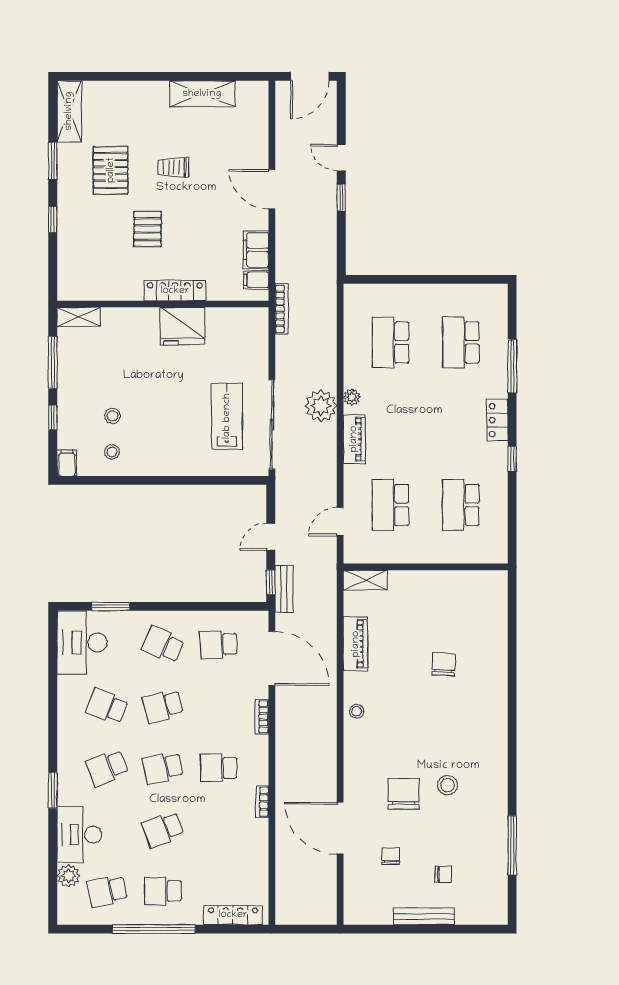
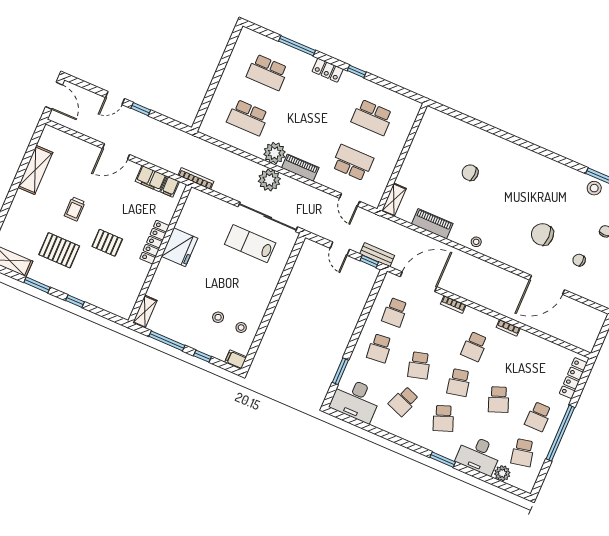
plant: (352, 397) -> (275, 153), width x1.88, depth x1.88
school desk: (390, 505) -> (353, 163), turned 180
school desk: (163, 645) -> (379, 348), turned -30
stool: (447, 785) -> (594, 188), moved

